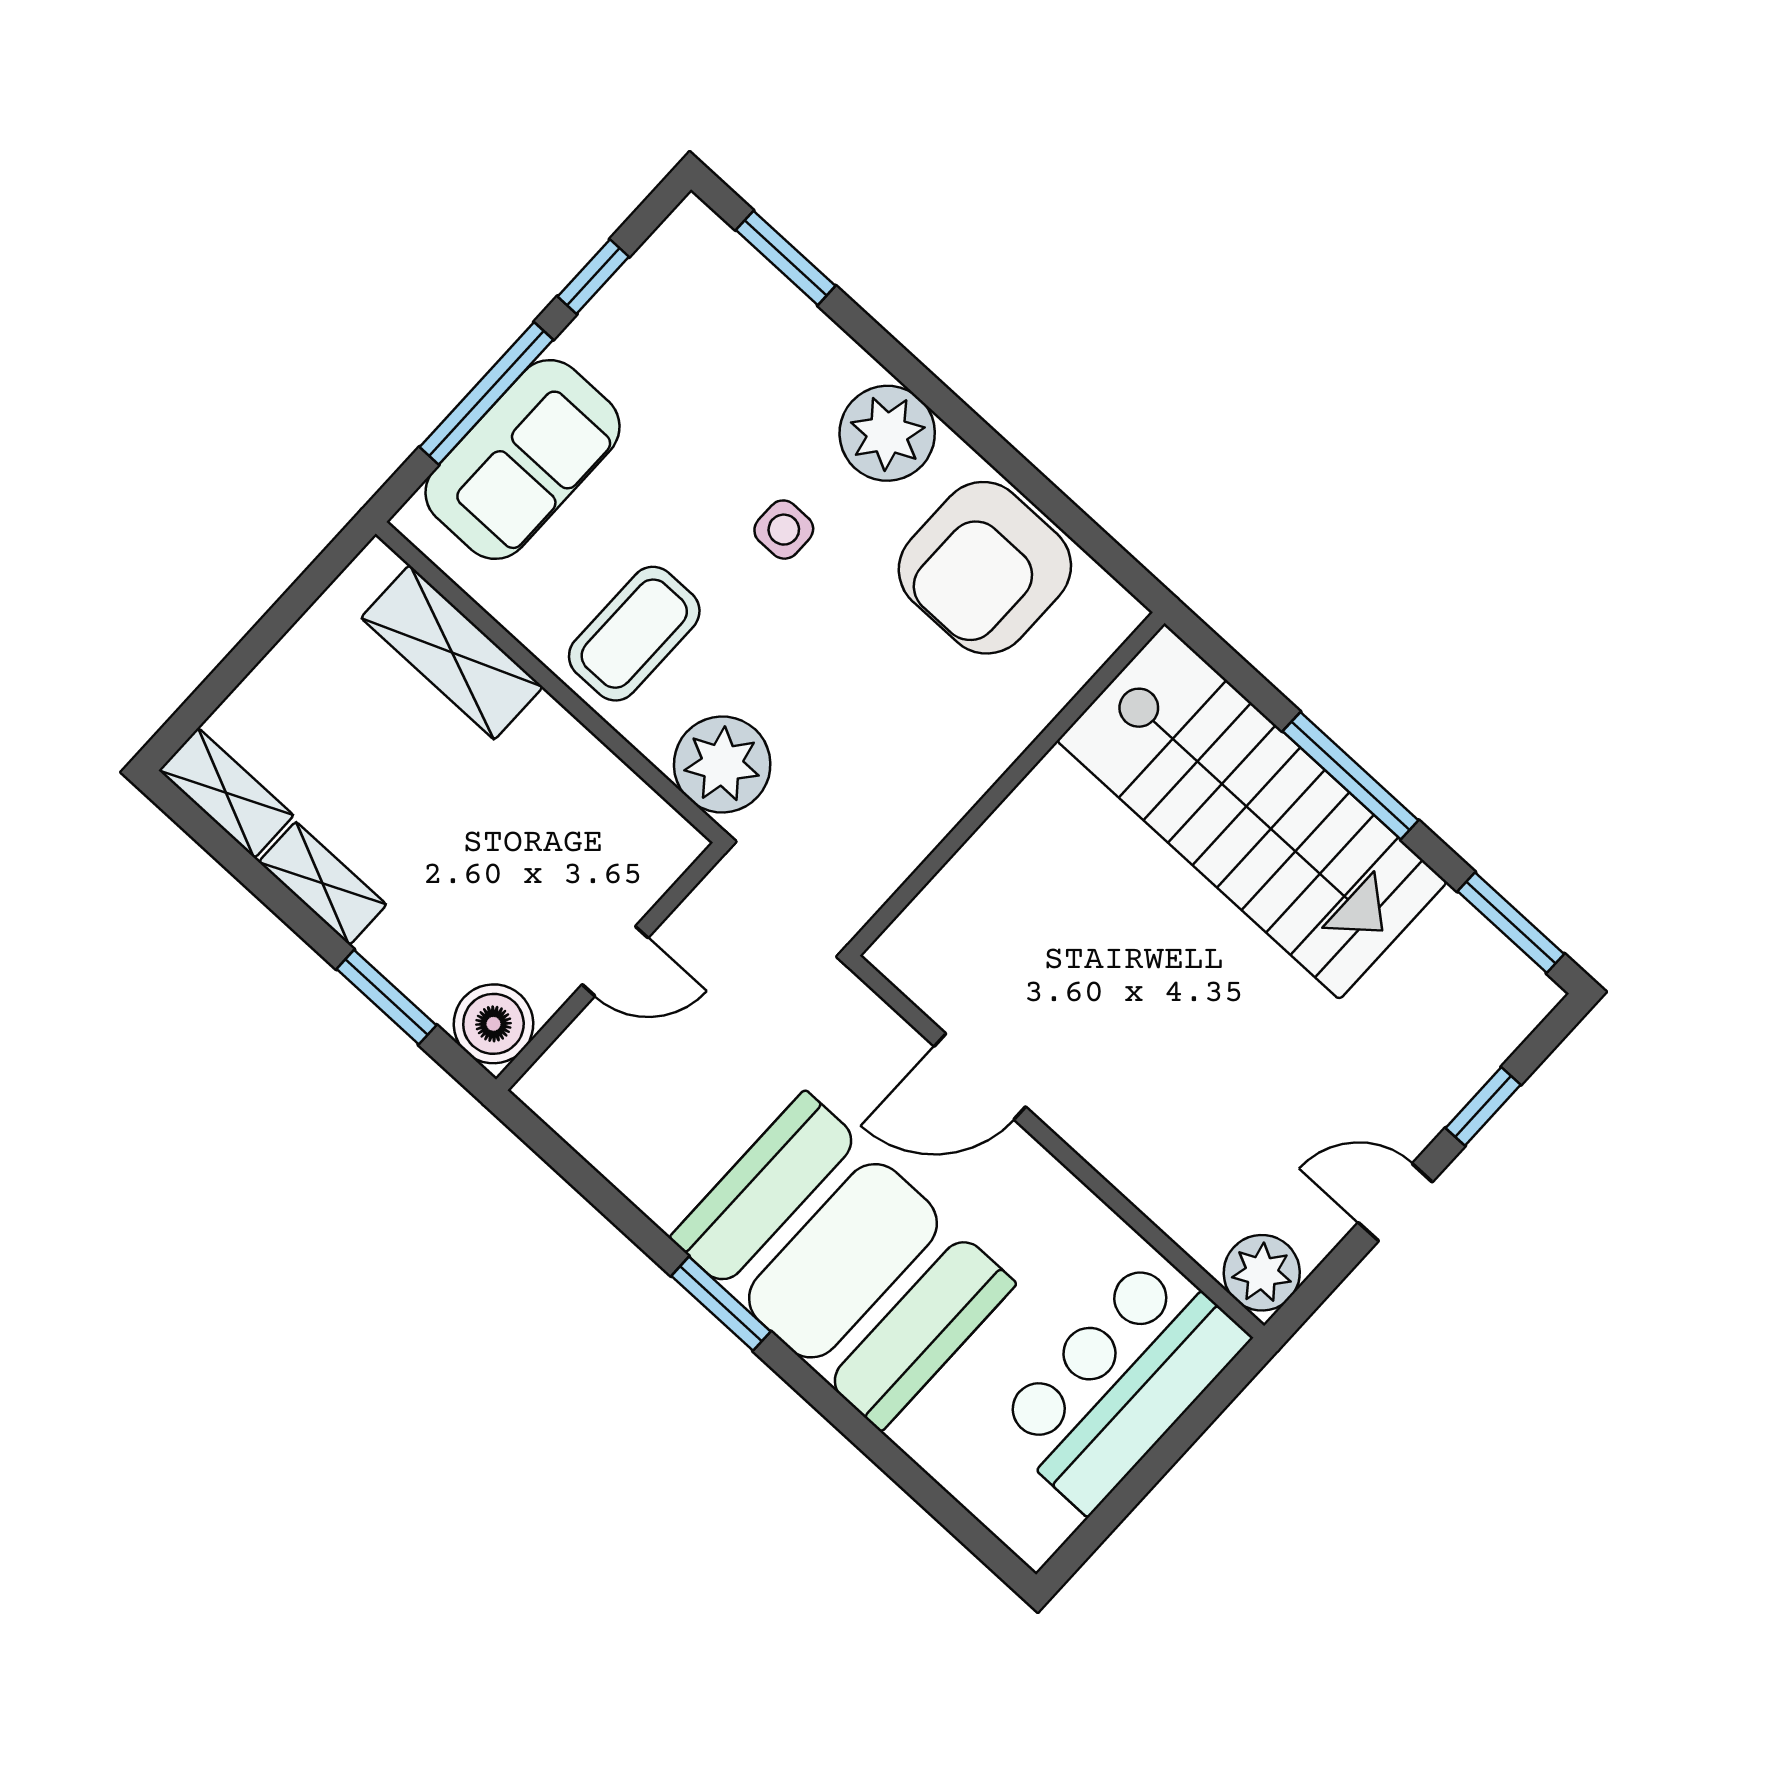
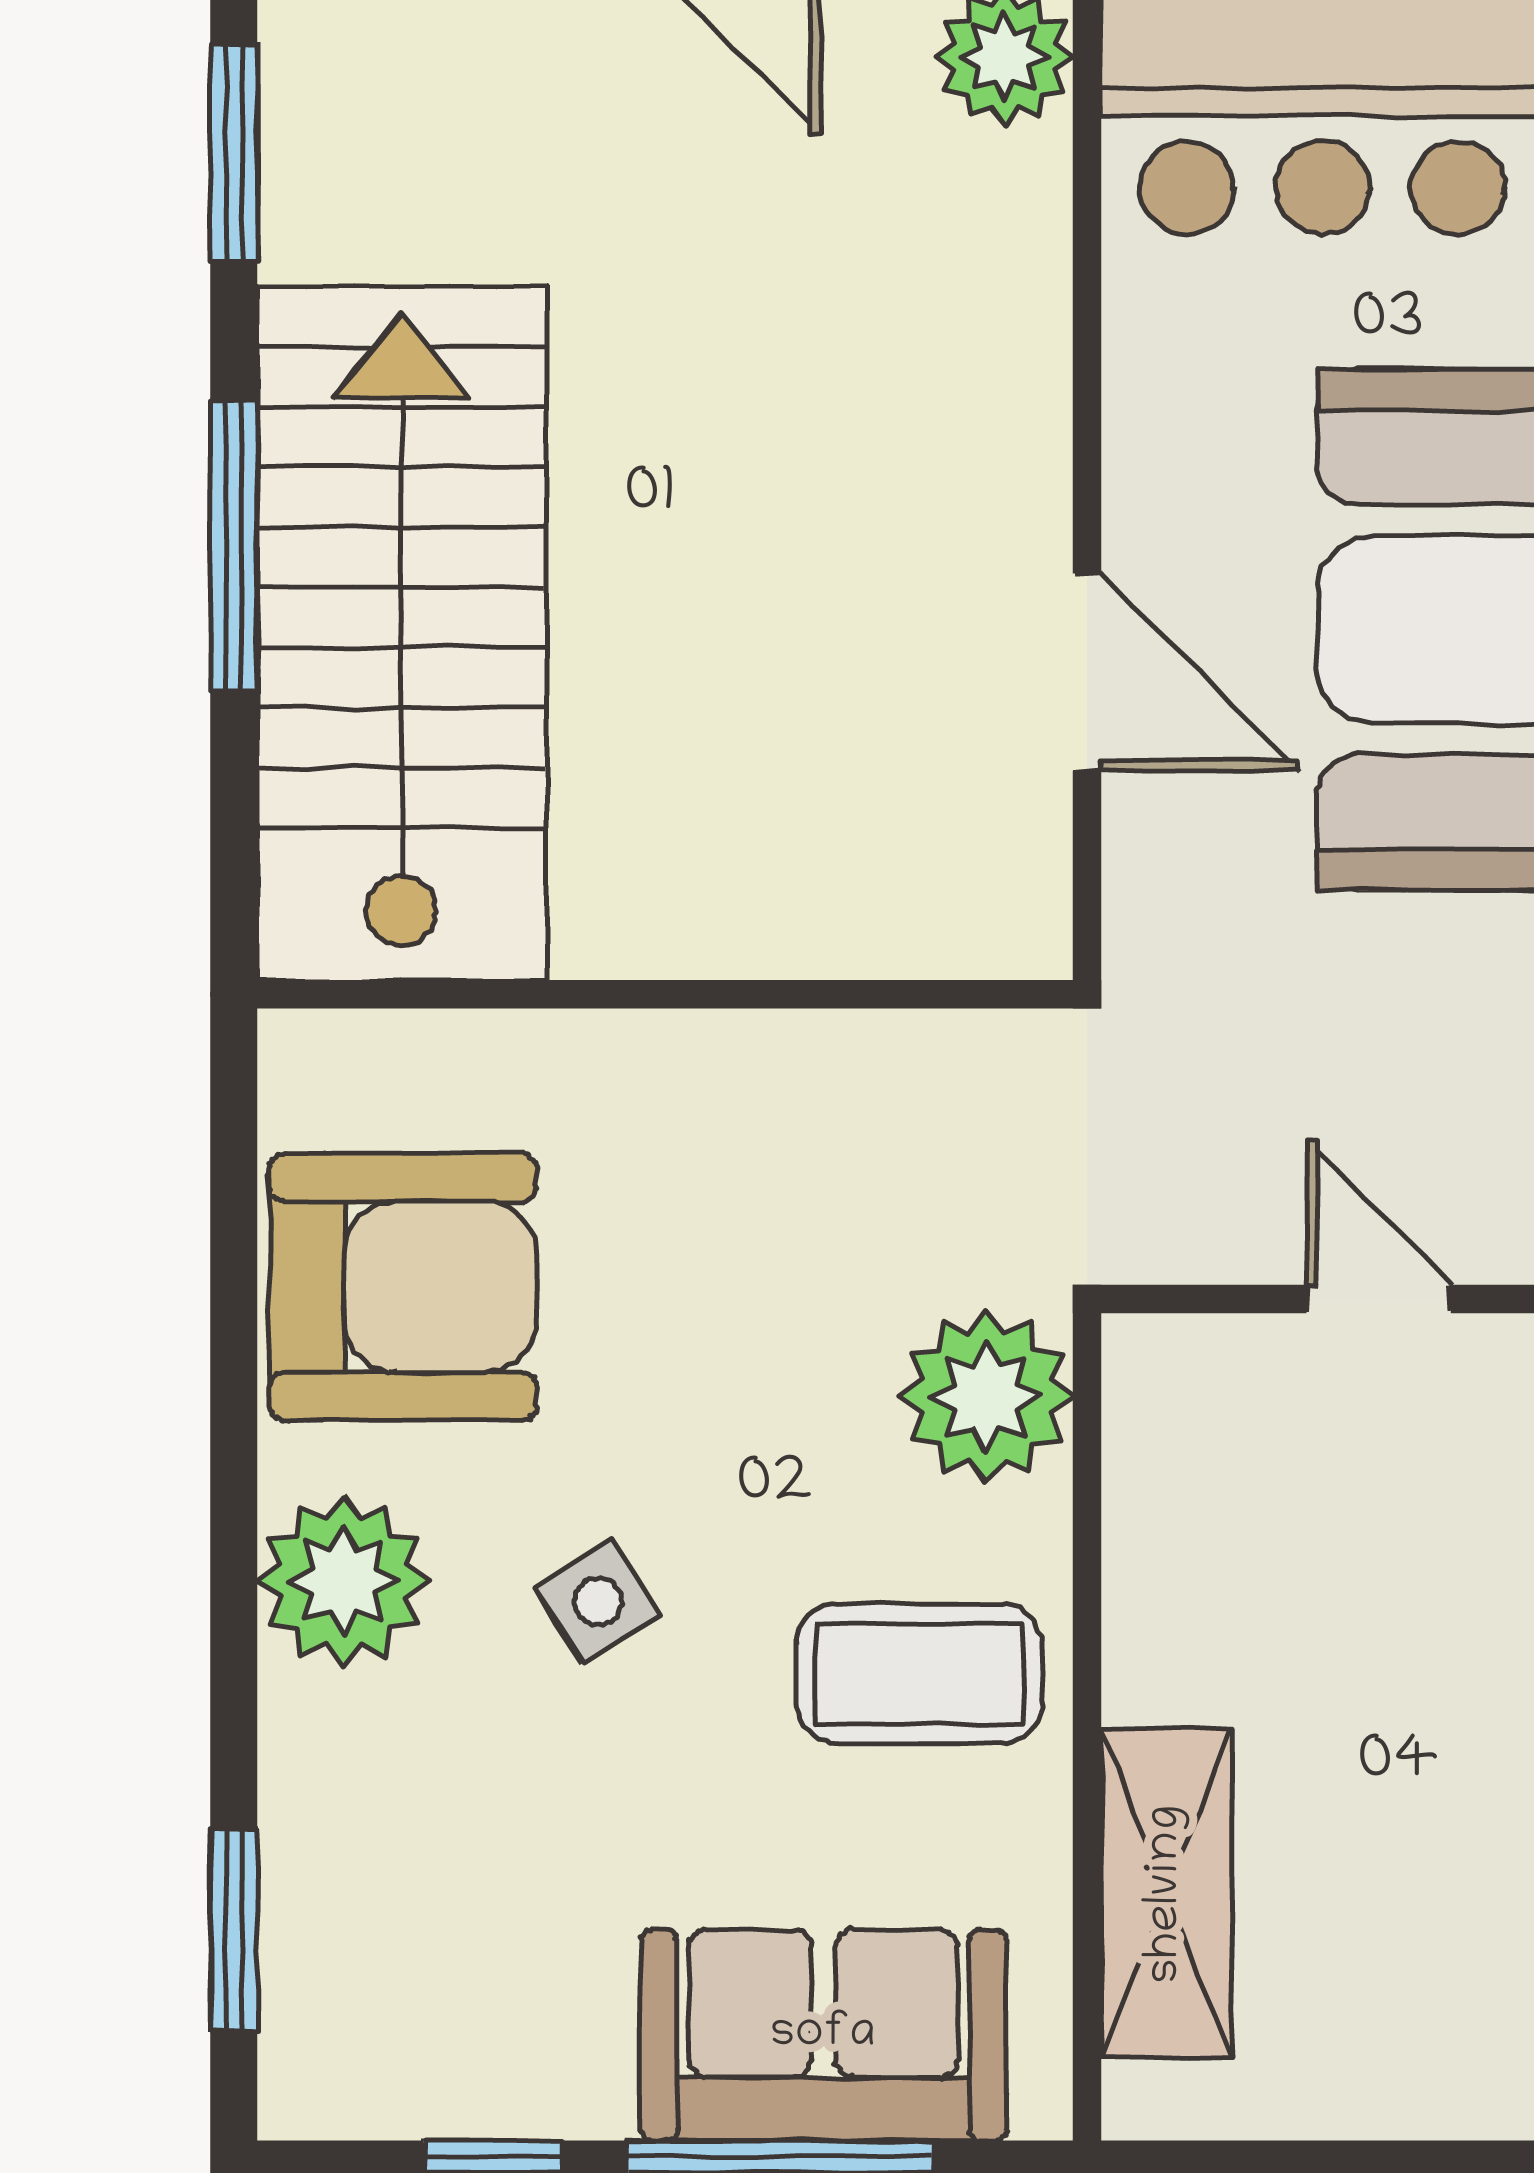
side table: (784, 530) -> (598, 1601), turned -32

